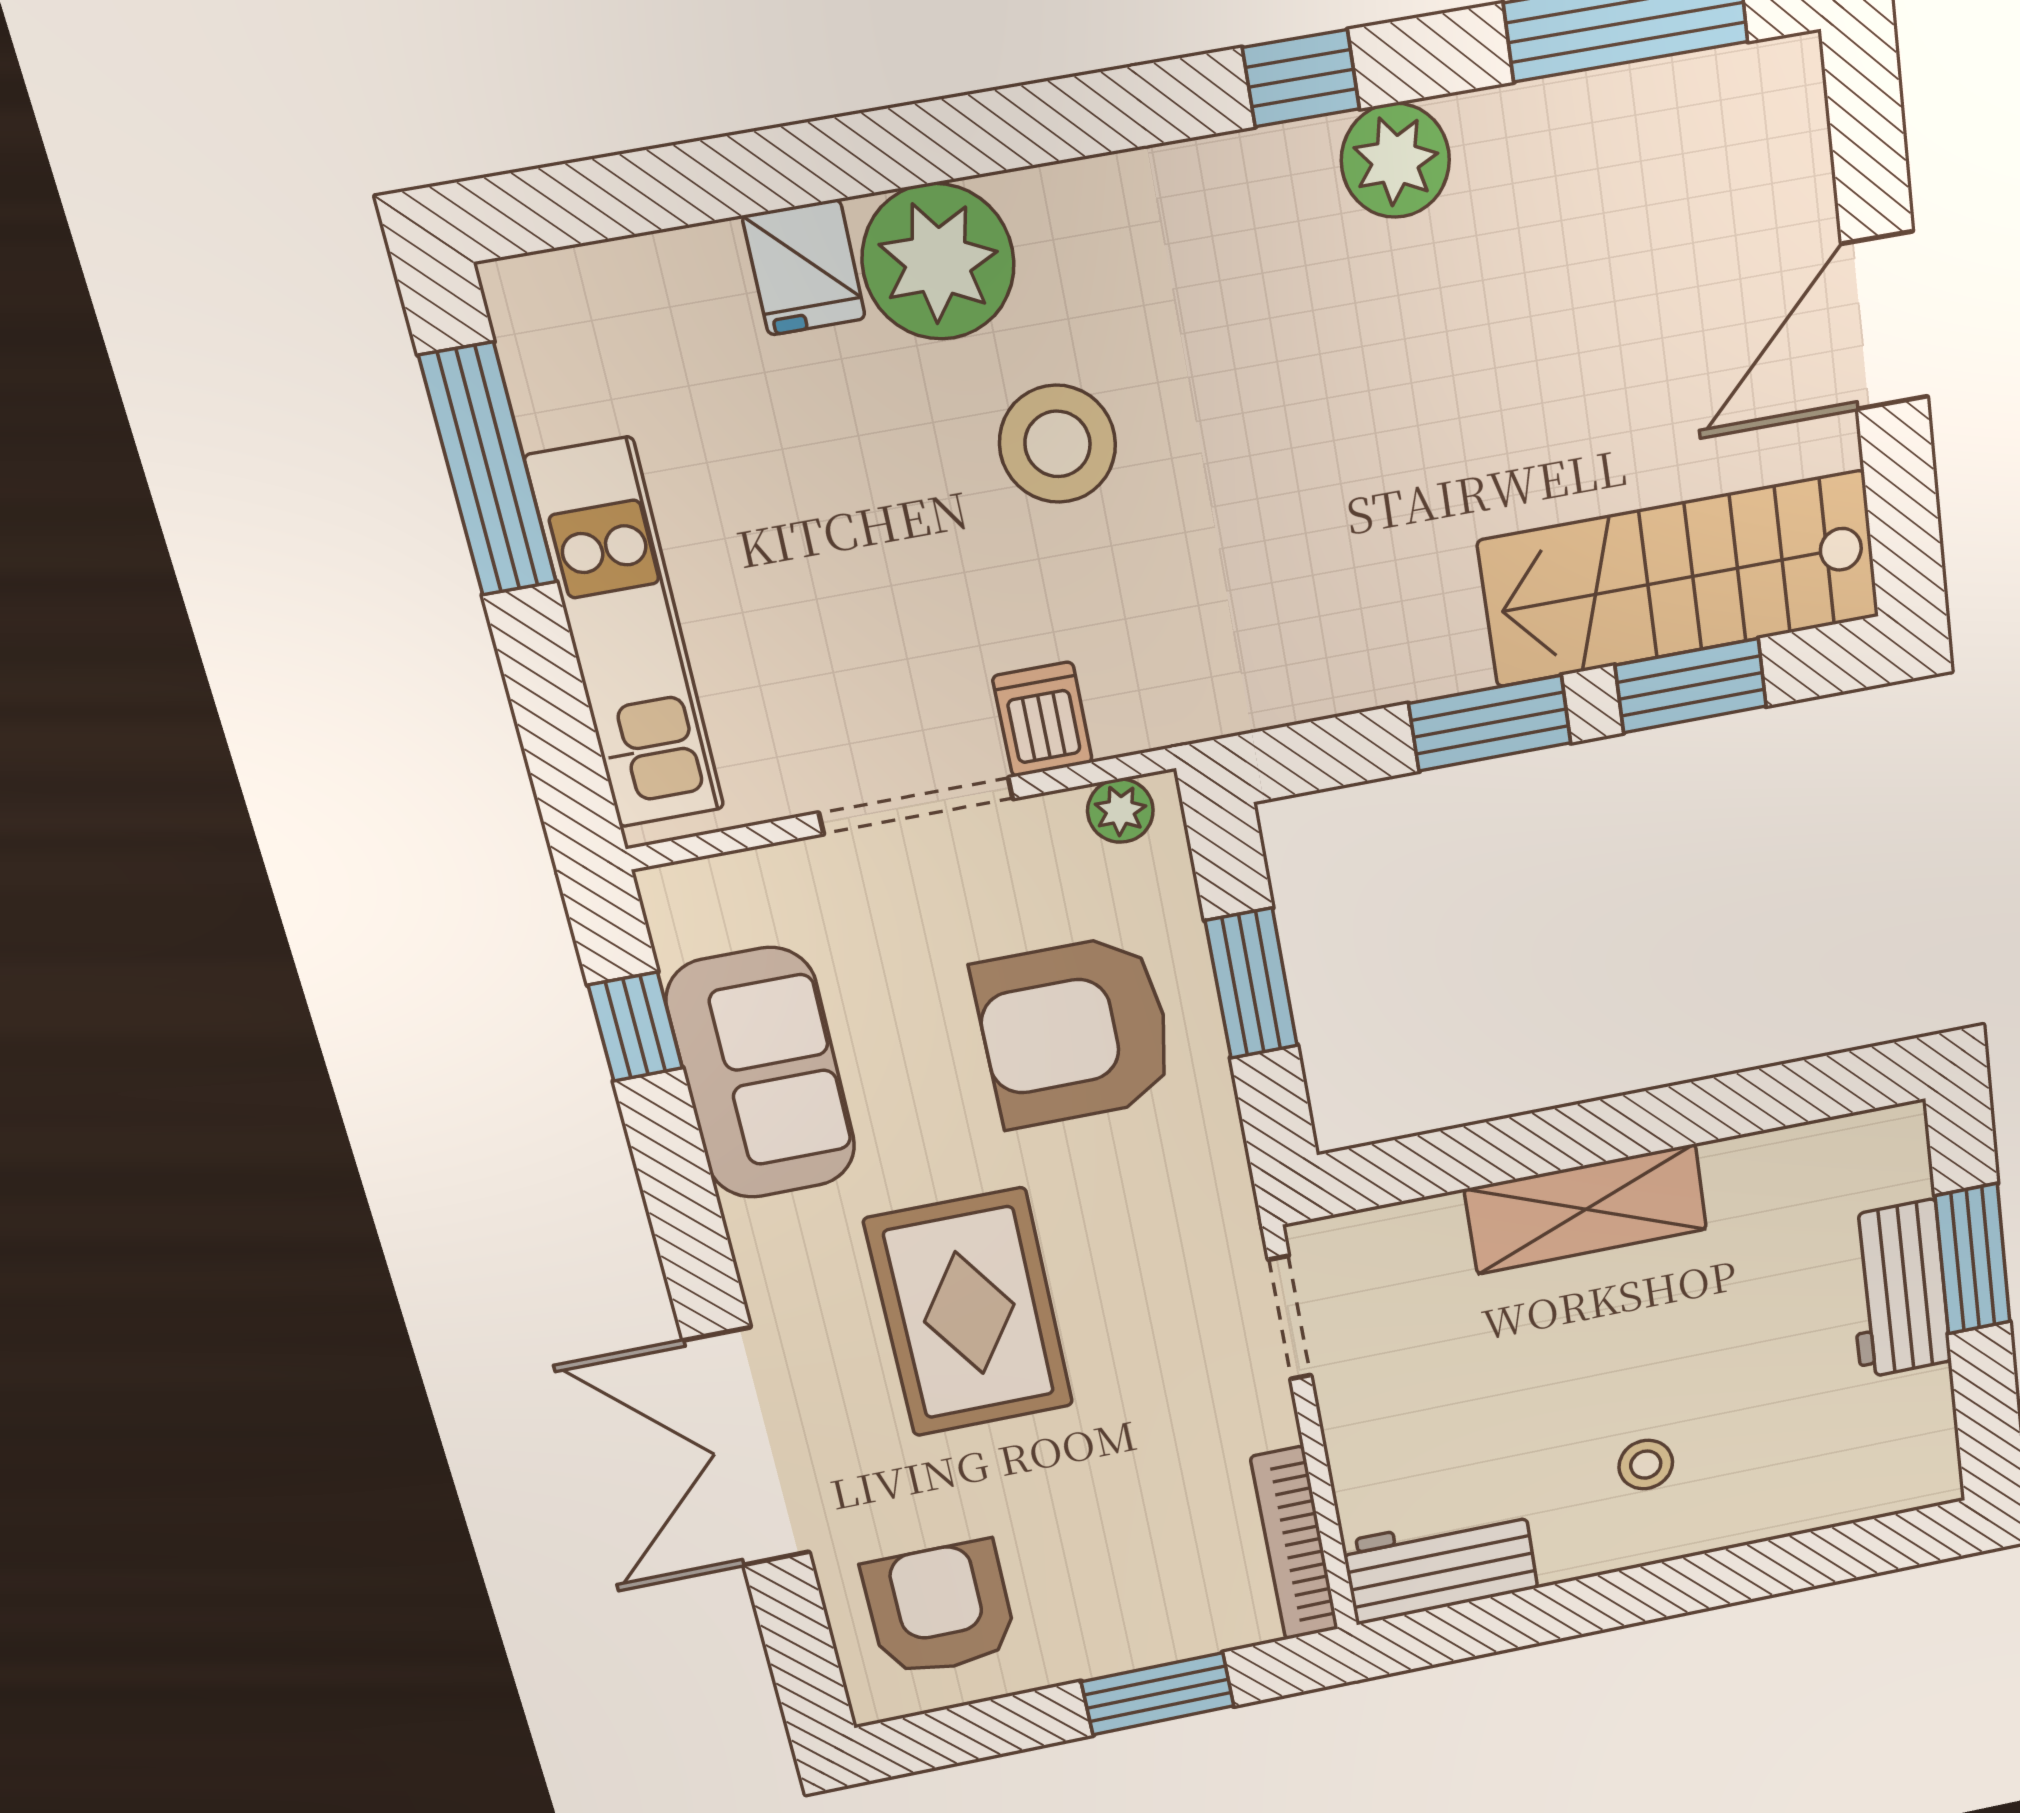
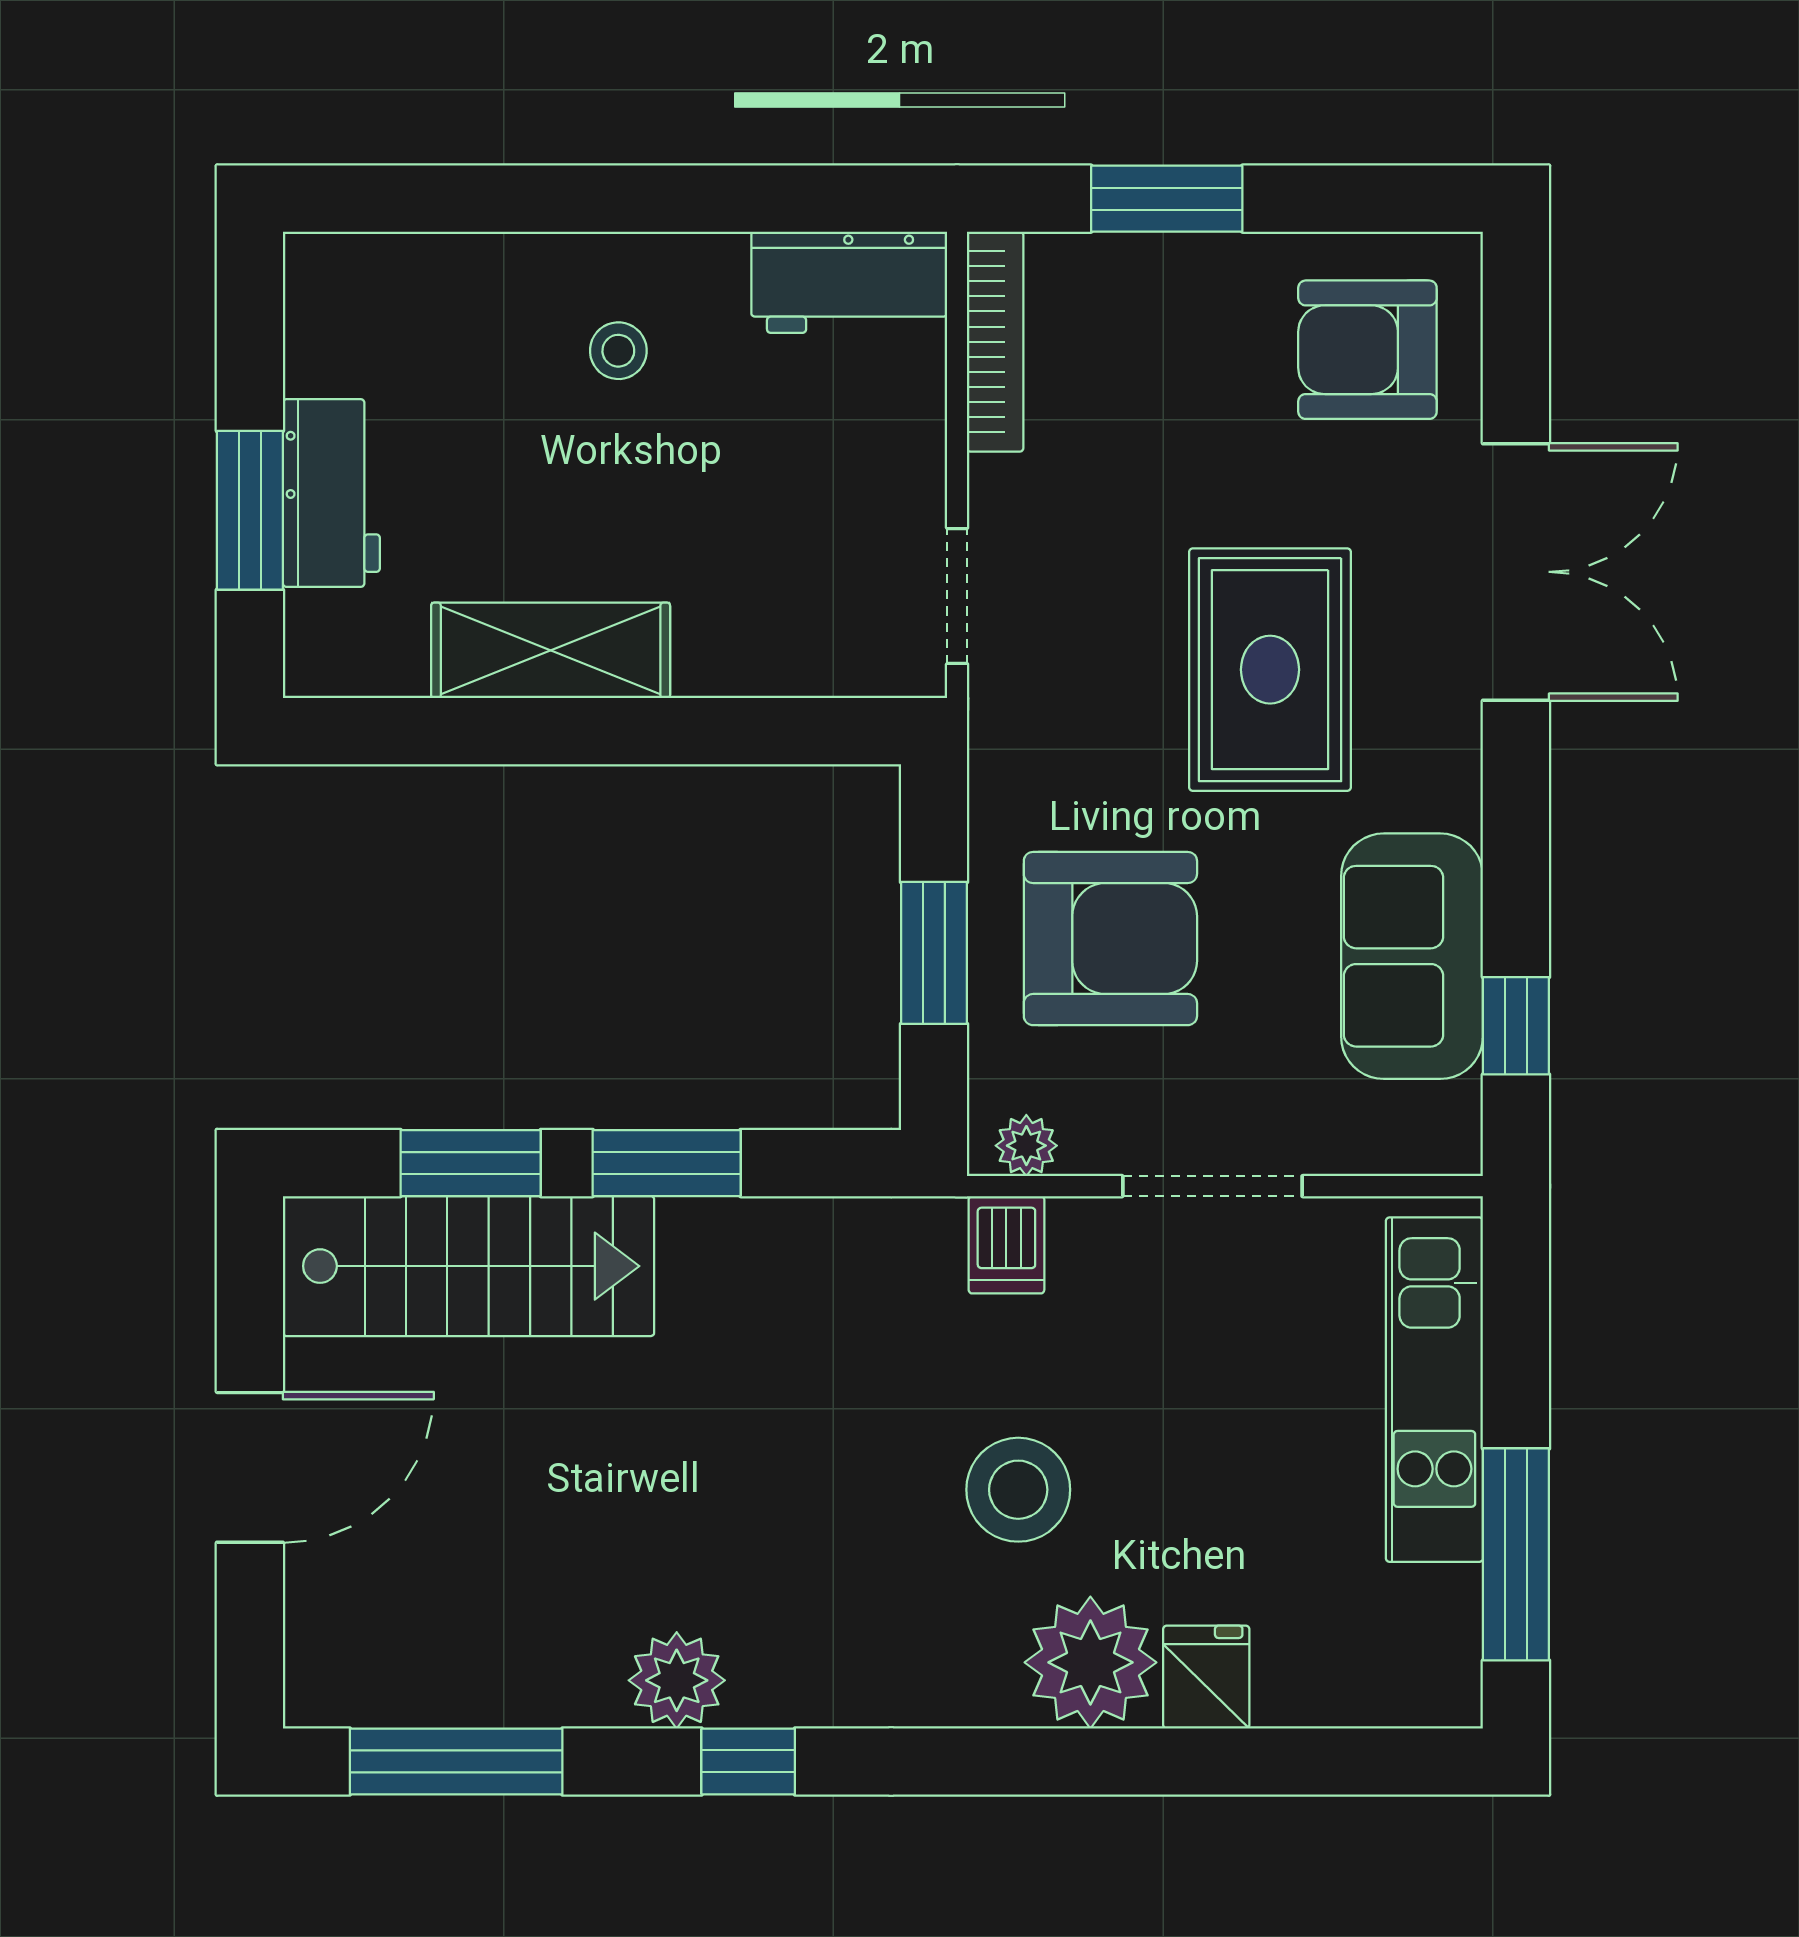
dishwasher: (1043, 719) -> (1006, 1245), moved
shelving: (1586, 1209) -> (551, 650), moved
armchair: (940, 1609) -> (1367, 350), turned 90

